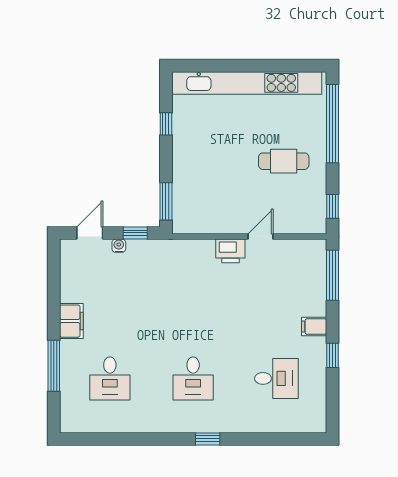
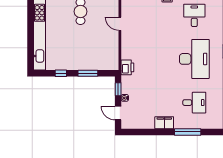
window: (166, 201) -> (88, 73), moved
printer: (230, 251) -> (127, 67), moved
desk: (193, 378) -> (194, 59), width x1.87, depth x1.30

